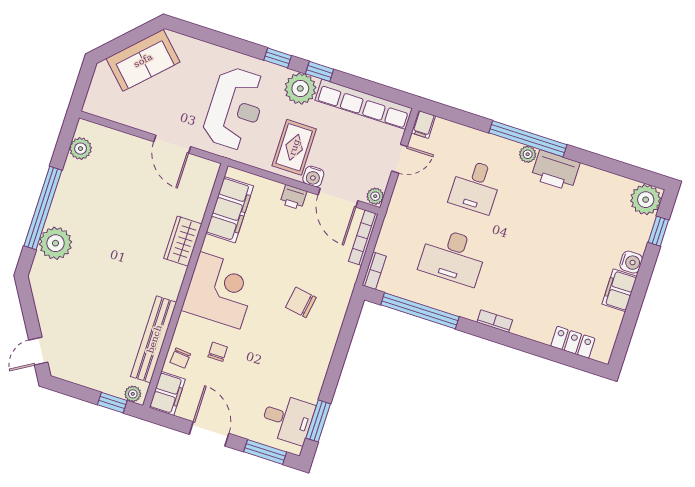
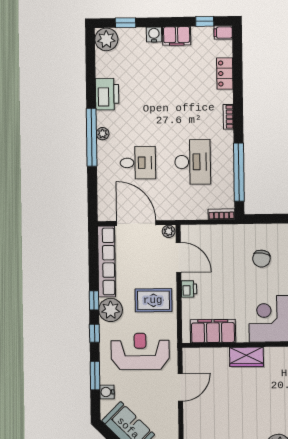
window: (224, 40) -> (95, 376), added
filing cabinet: (423, 124) -> (223, 33), moved, turned 180
door: (400, 159) -> (136, 223), width x1.87
printer: (555, 170) -> (107, 94), moved
water cooler: (313, 176) -> (107, 392), moved, turned 180
door: (338, 198) -> (179, 257), hinge flipped
bookcase: (363, 238) -> (201, 230), removed
window: (626, 332) -> (205, 21), added
locker: (573, 342) -> (225, 73), moved

